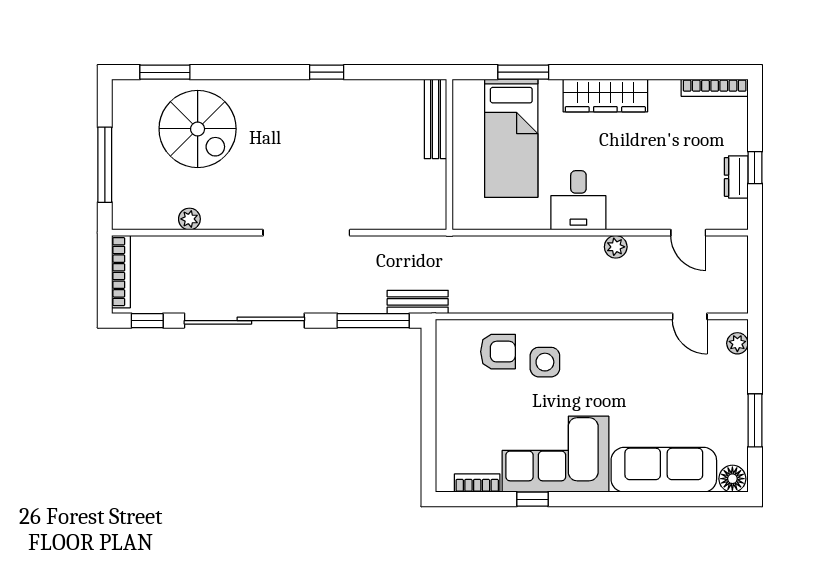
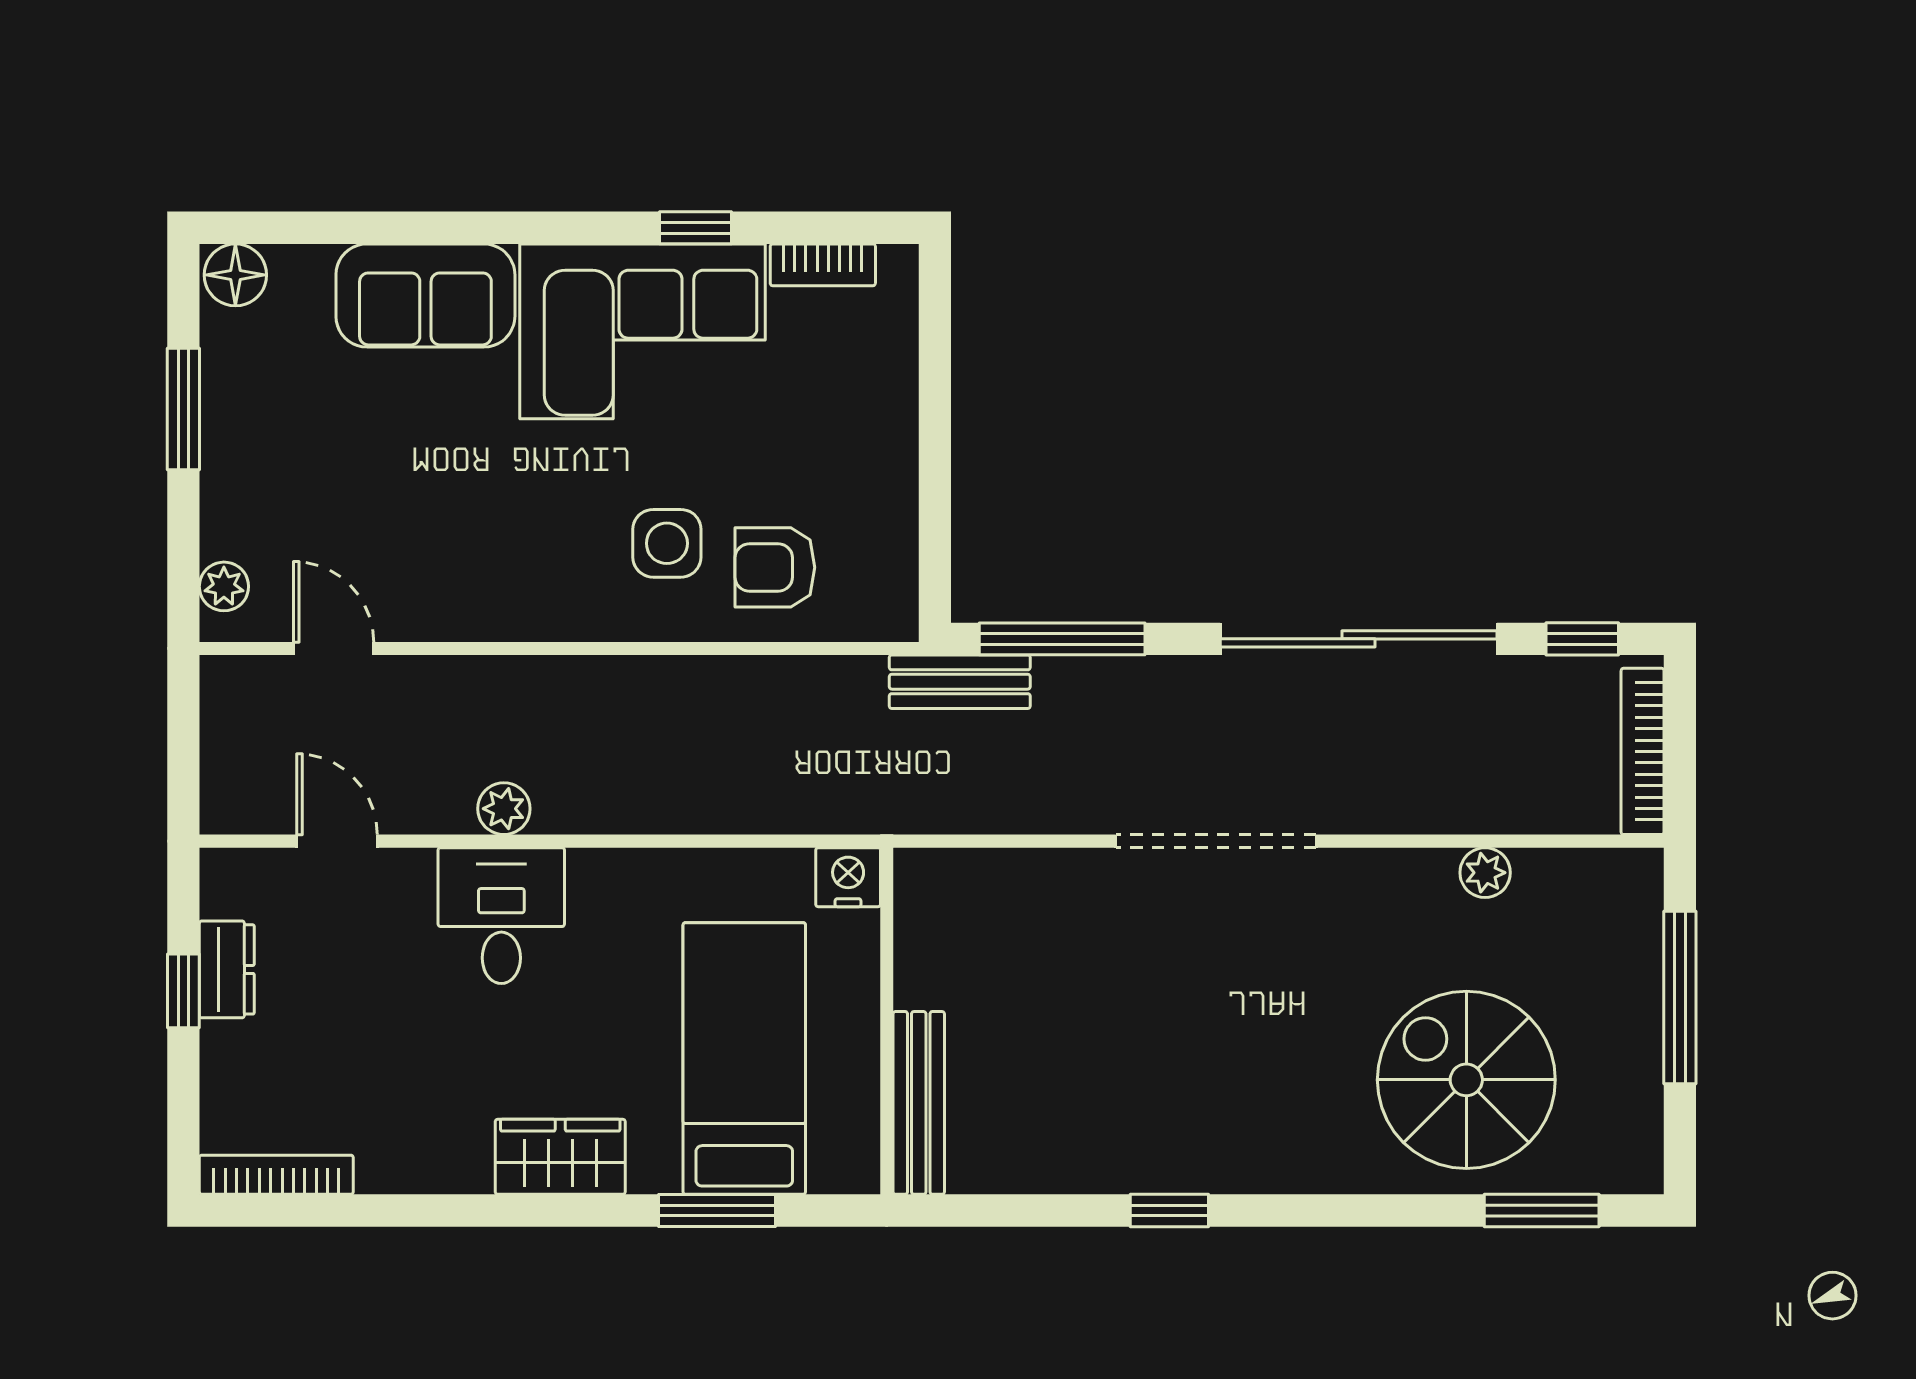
wardrobe: (605, 96) -> (560, 1157), width x0.67
desk: (578, 200) -> (501, 916), moved
nightstand: (466, 217) -> (848, 877), added
sofa: (664, 470) -> (425, 295), width x0.73

